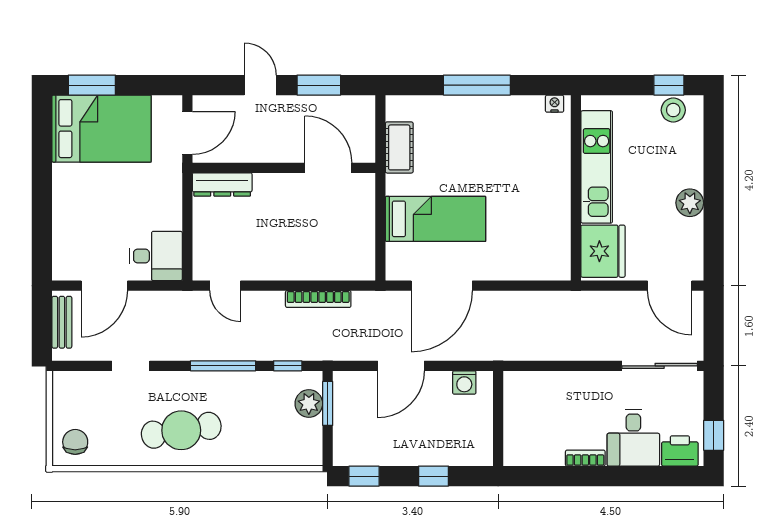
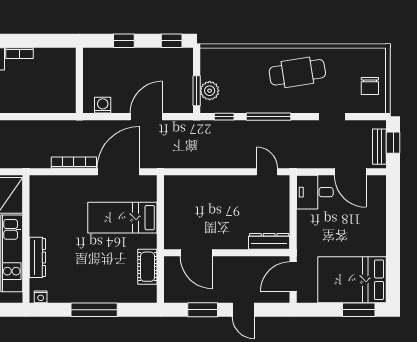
dresser: (559, 161) -> (37, 257), added
door: (104, 286) -> (350, 172), swing flipped
bookcase: (318, 299) -> (74, 163), moved
window: (42, 328) -> (393, 143), added
chair: (75, 442) -> (370, 86), moved

